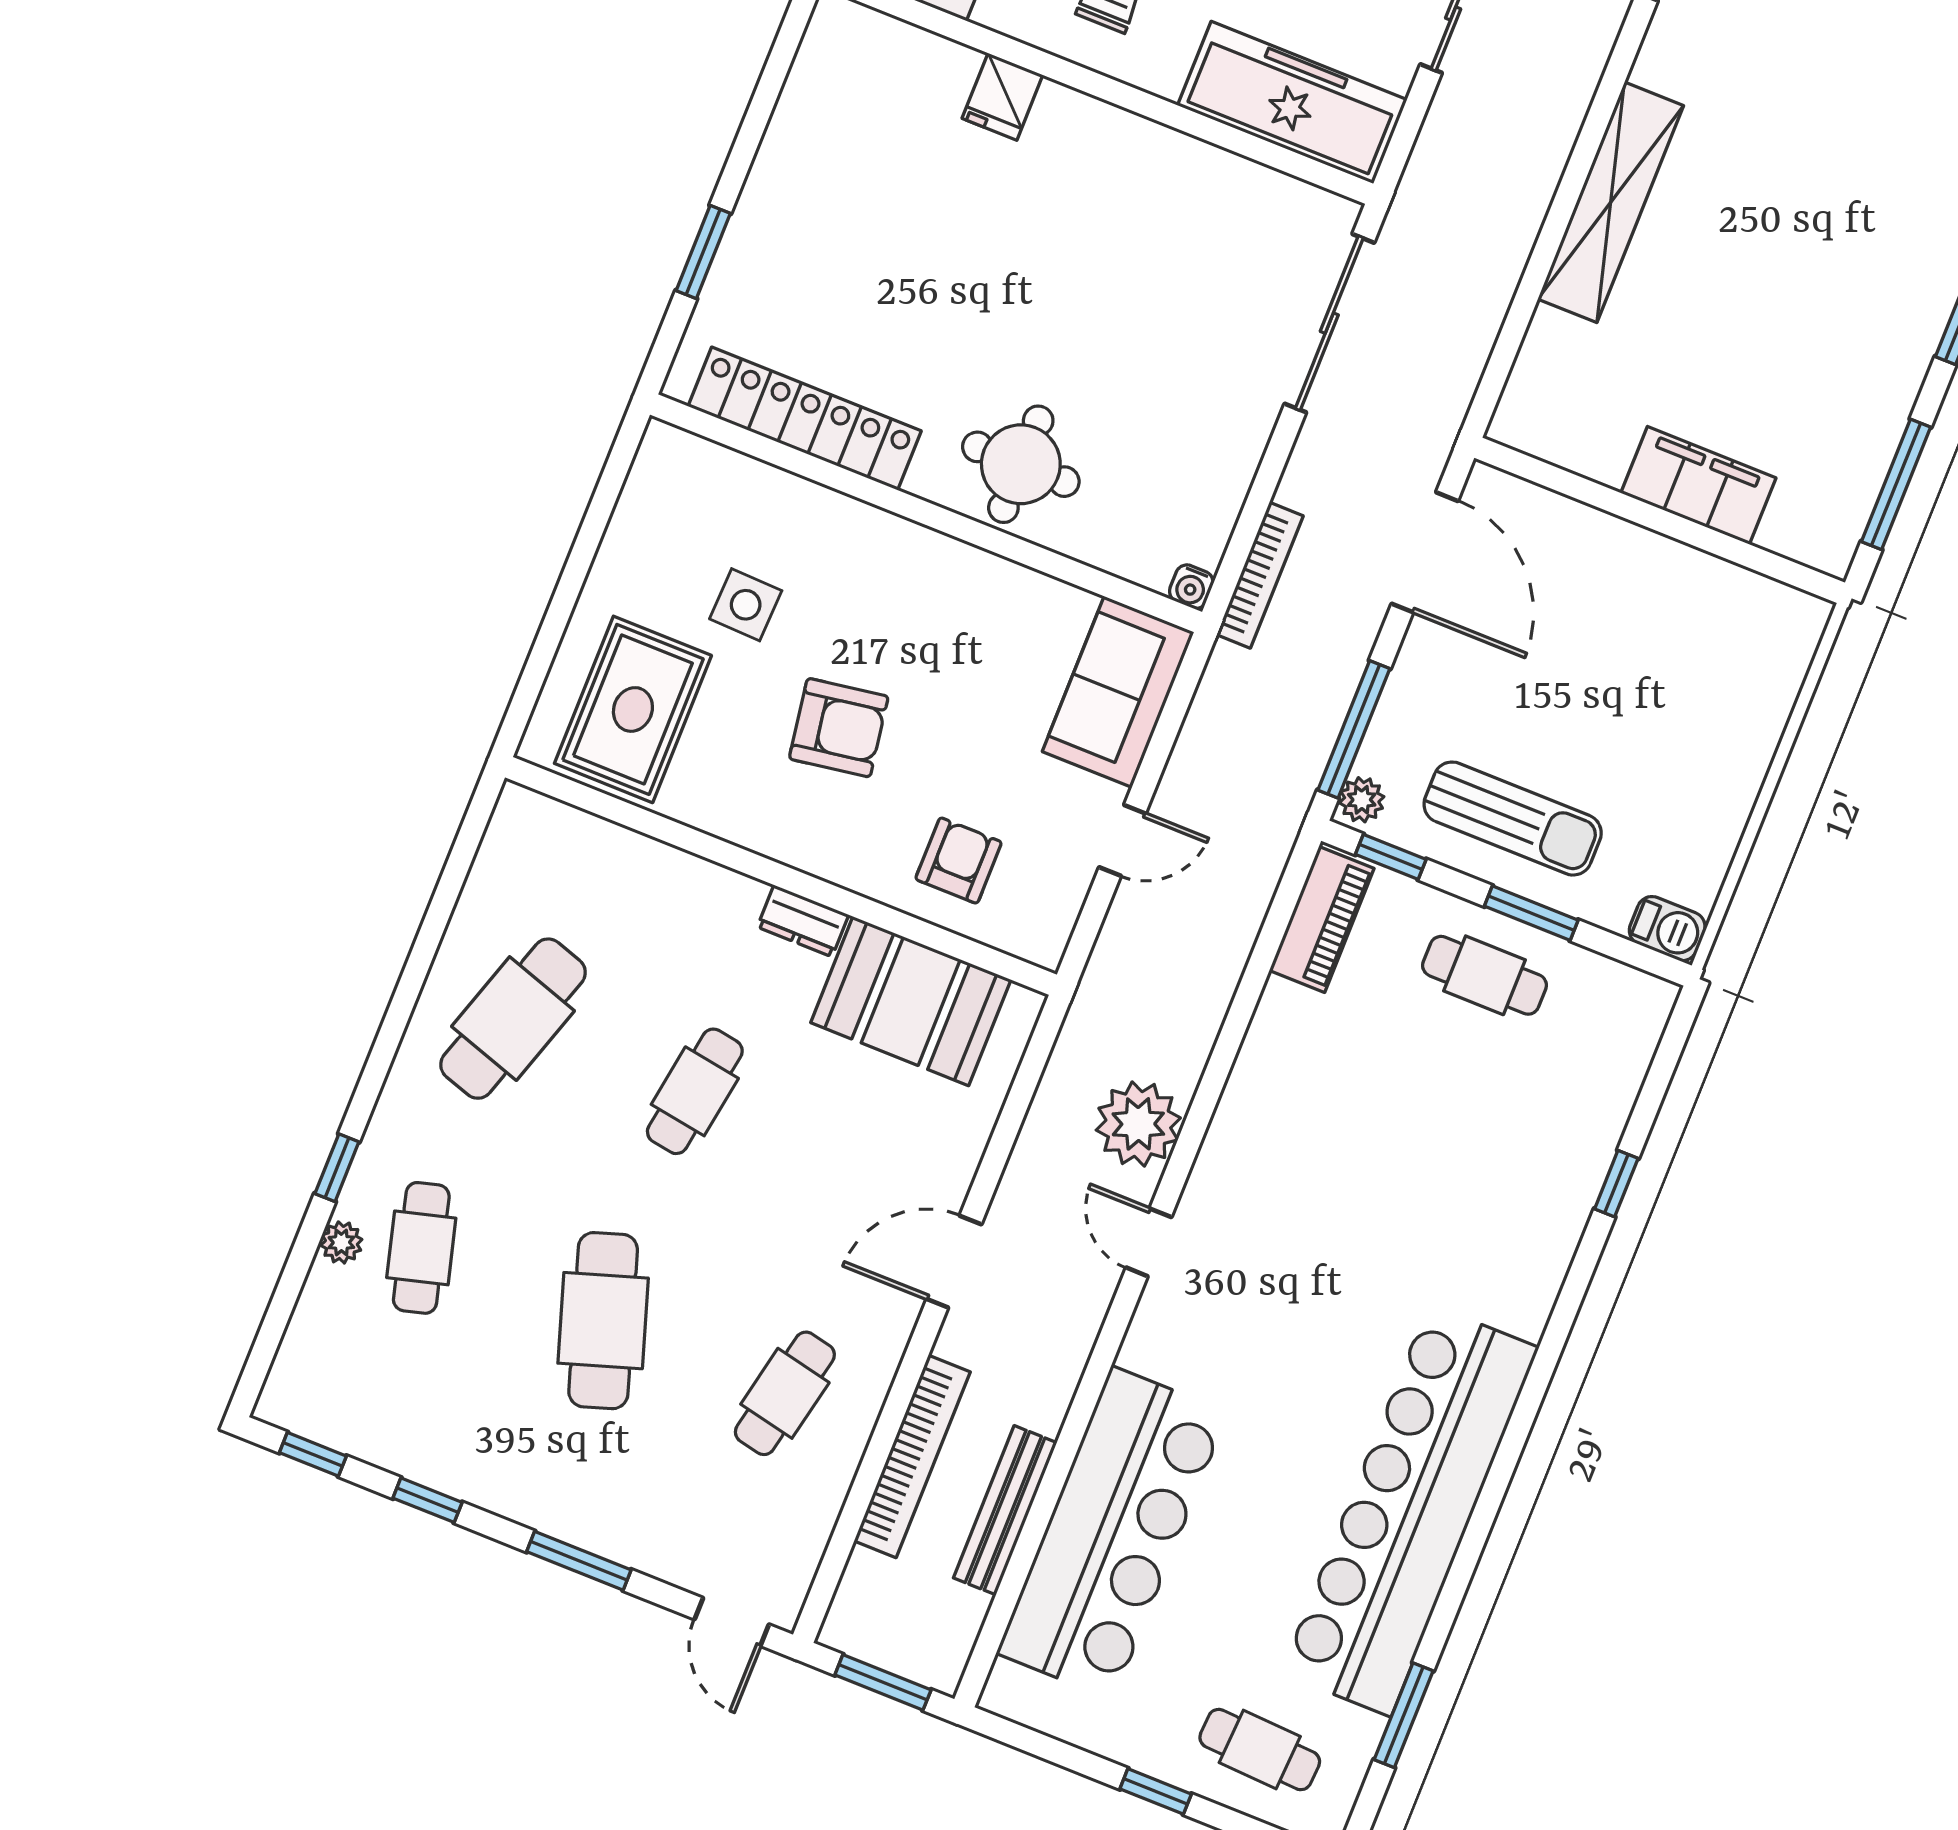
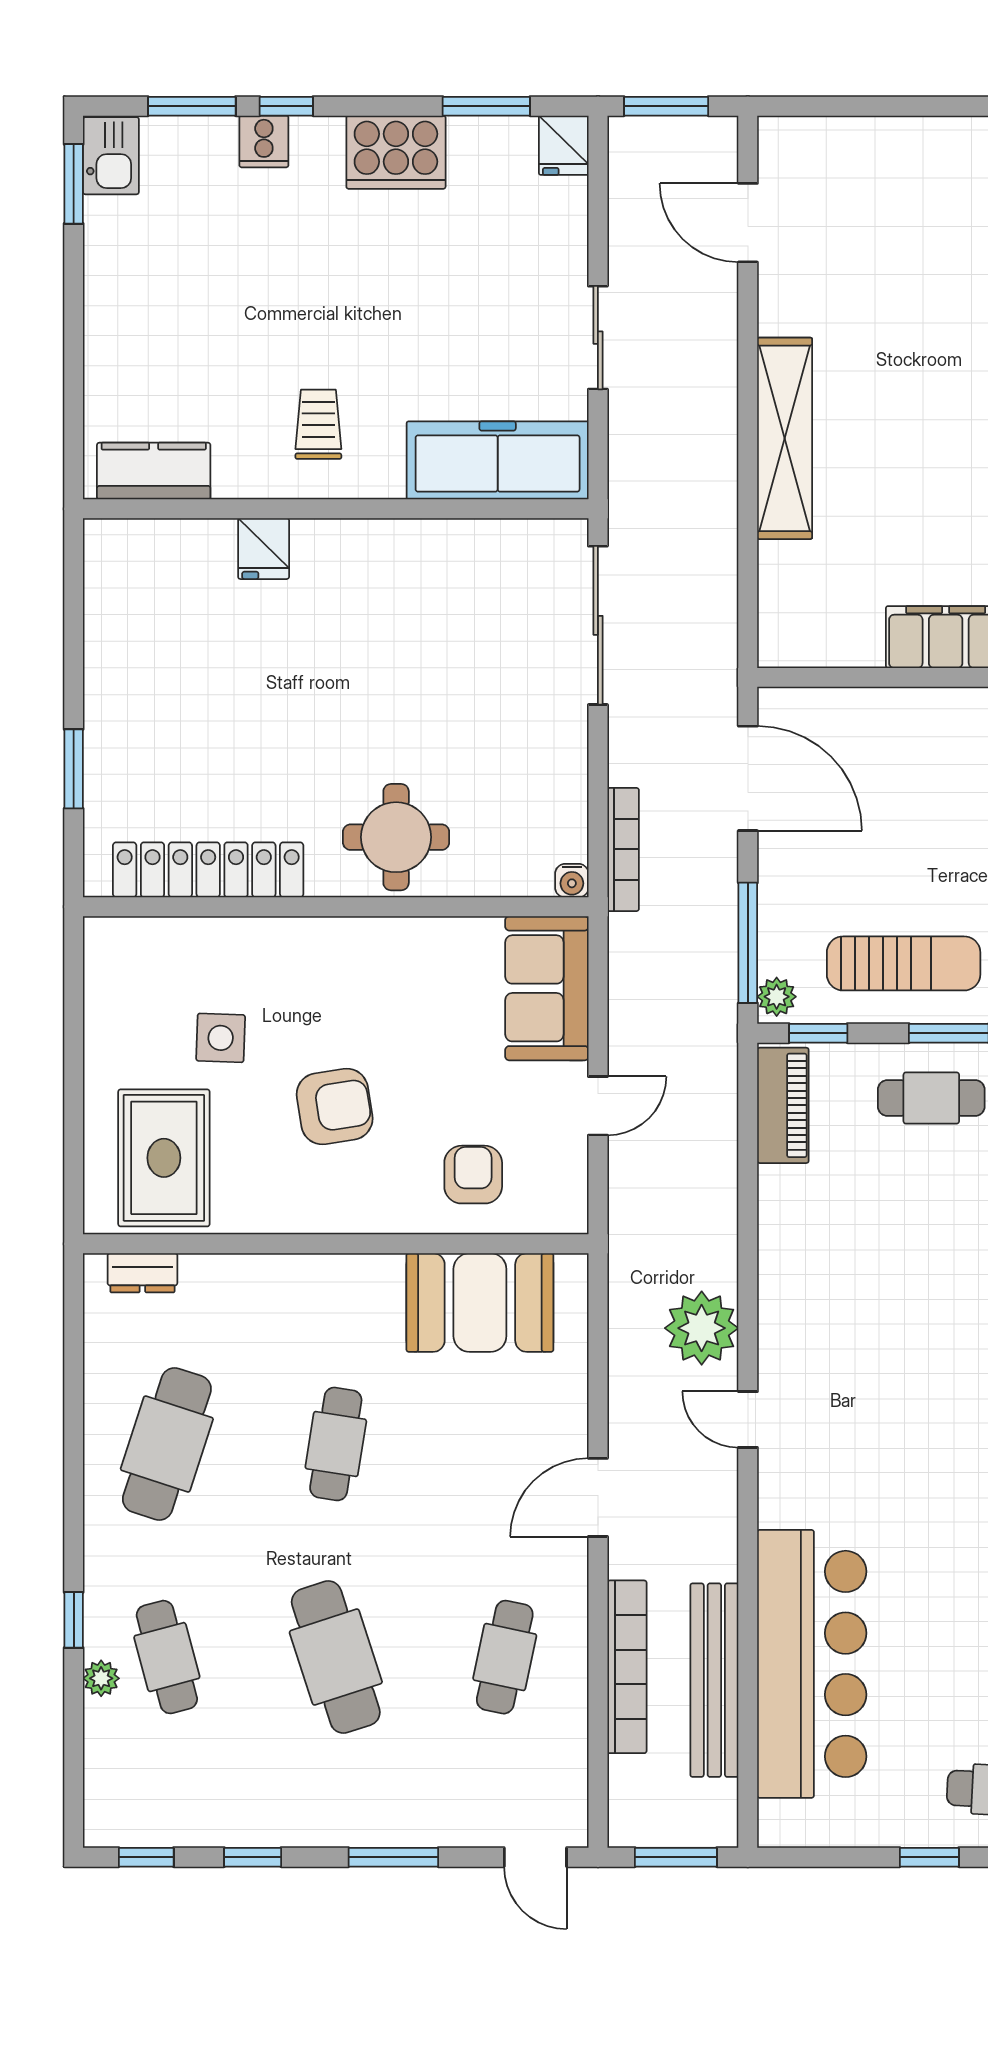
dresser: (803, 921) -> (142, 1273), moved
bench: (1005, 1510) -> (714, 1680), width x1.37, depth x1.21

